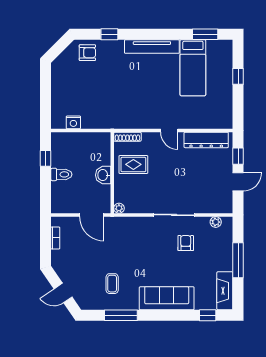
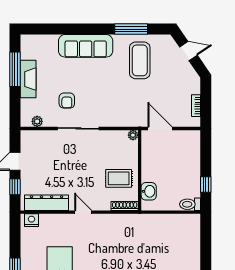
nightstand: (73, 122) -> (31, 220), moved
toilet: (61, 174) -> (190, 204), moved
washbasin: (103, 175) -> (149, 191), moved
window: (238, 260) -> (15, 69), moved
coffee table: (112, 284) -> (140, 60), width x1.86, depth x1.72
fireplace: (225, 291) -> (28, 79), moved
window: (208, 315) -> (45, 29), removed

